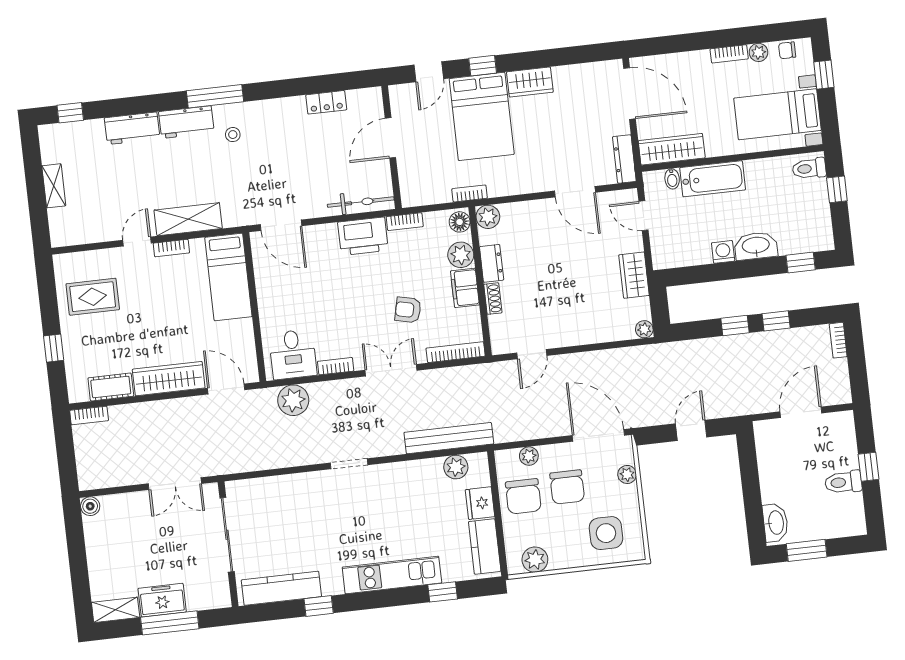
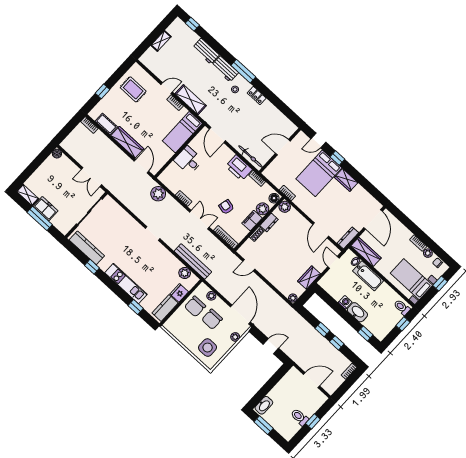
locker: (326, 102) -> (257, 96), moved
desk: (293, 354) -> (188, 160), moved, turned 90
plant: (535, 560) -> (176, 330), removed

